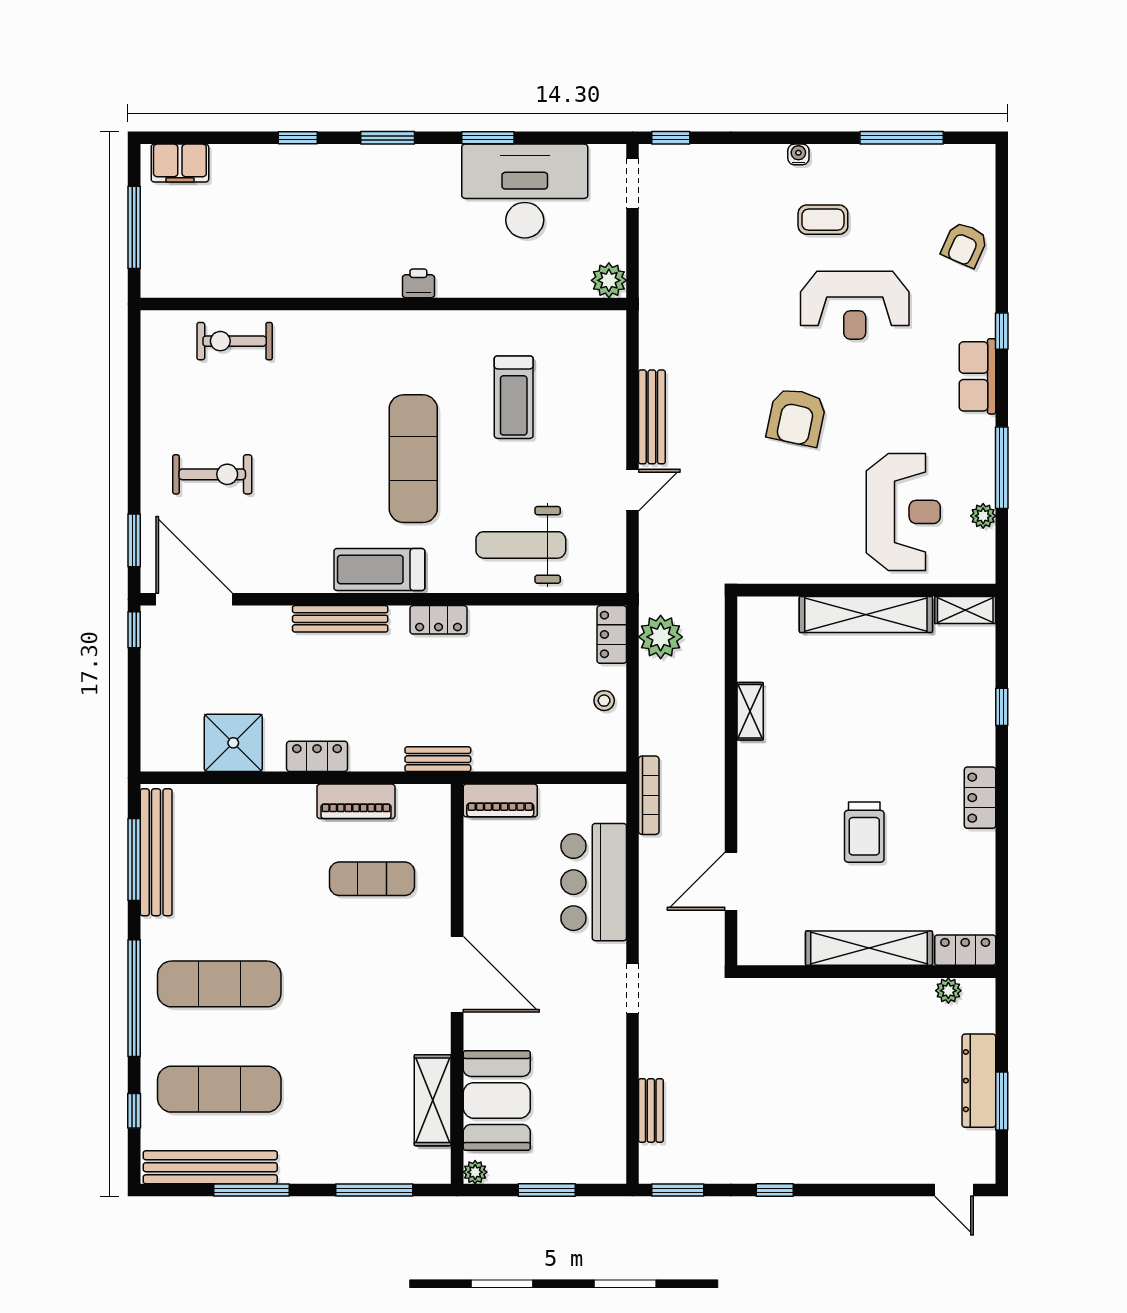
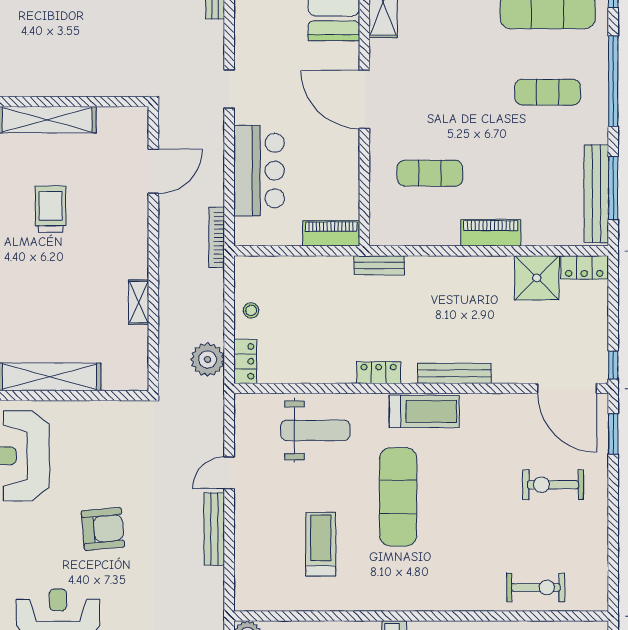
armchair: (796, 417) -> (103, 529), turned 73
locker: (317, 756) -> (584, 267), moved
piano: (356, 801) -> (491, 233), moved
exercise mat: (219, 984) -> (548, 92), width x0.73, depth x0.69

